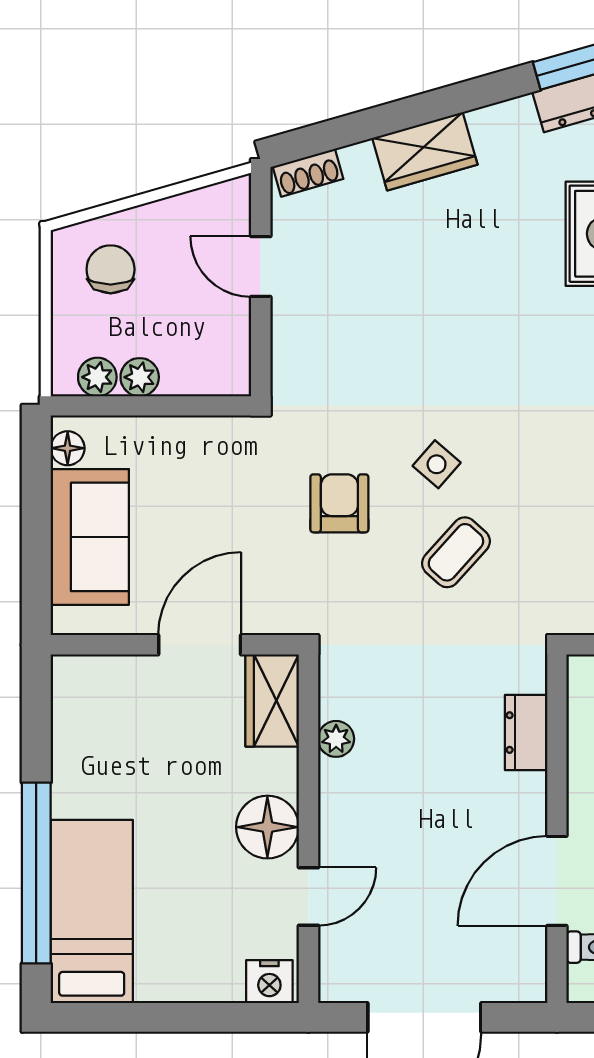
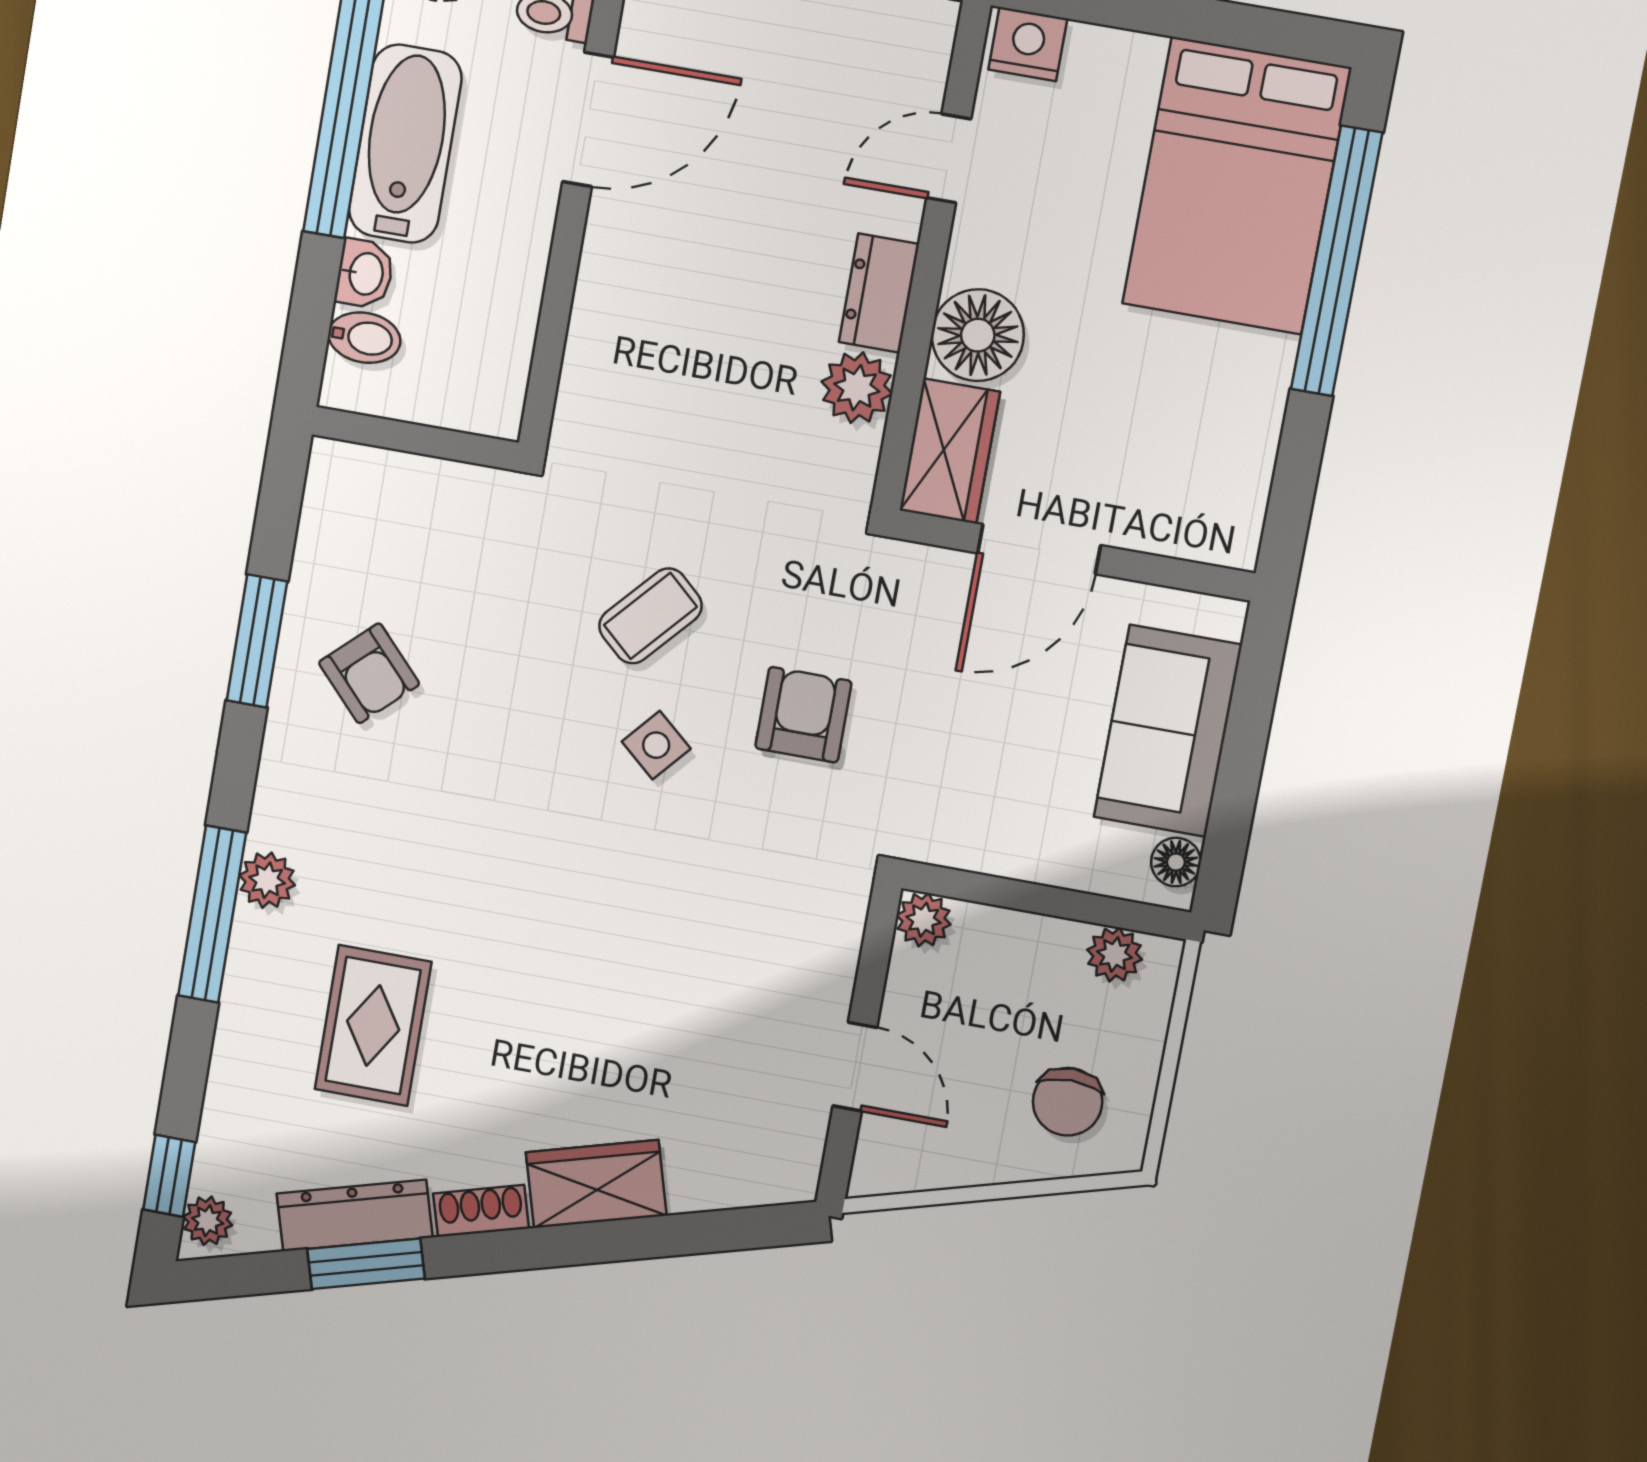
shoe rack: (308, 173) -> (481, 1211), moved
plant: (140, 377) -> (924, 920), moved
armchair: (339, 503) -> (803, 715), turned 180
dresser: (526, 733) -> (879, 293), moved, turned 180
plant: (336, 739) -> (857, 388), width x1.38, depth x1.38
floor lamp: (267, 827) -> (978, 335), moved
bed: (92, 911) -> (1237, 186), width x1.50

